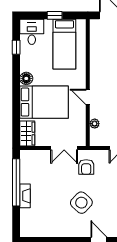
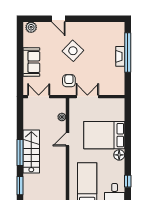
door: (88, 97) -> (68, 139), swing flipped
wardrobe: (27, 134) -> (118, 109), removed
window: (16, 182) -> (128, 53), moved

